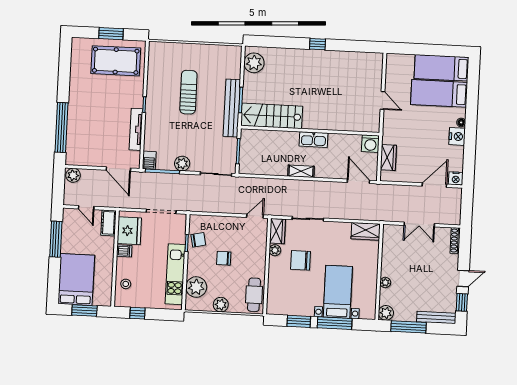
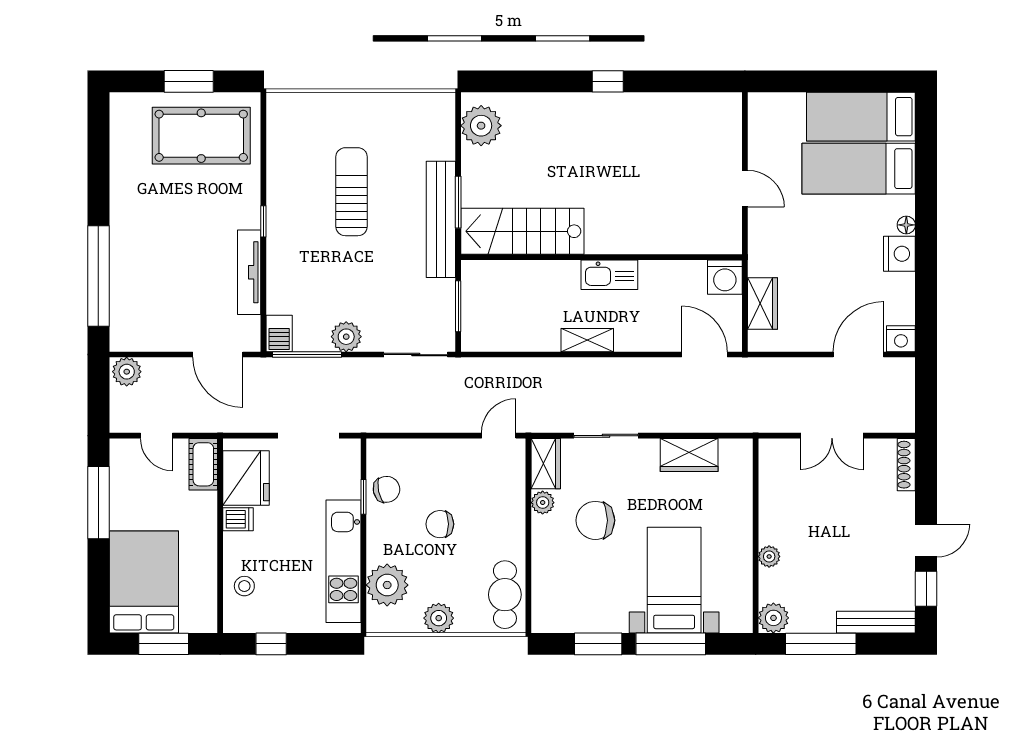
wardrobe: (366, 231) -> (689, 455), moved

